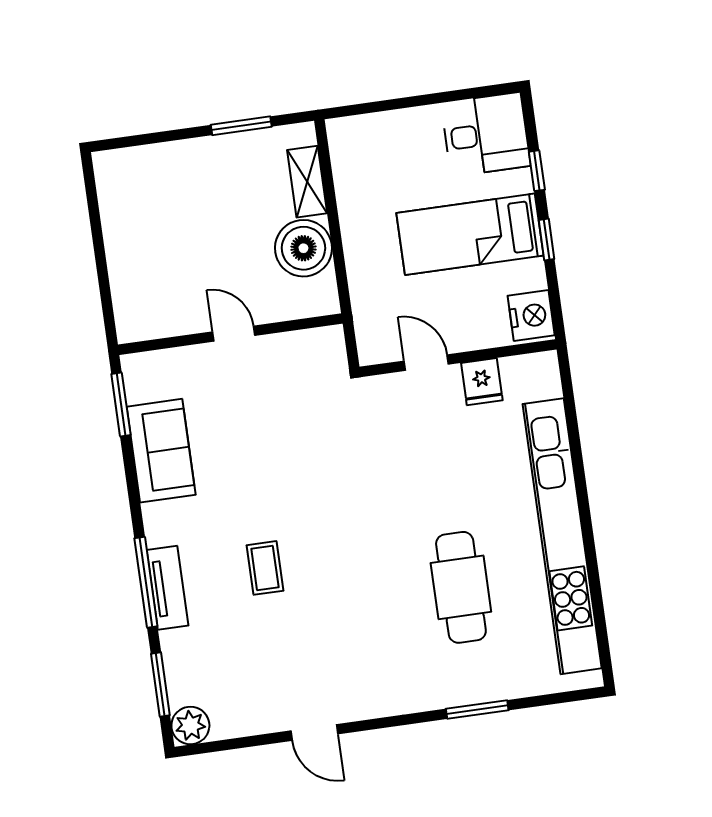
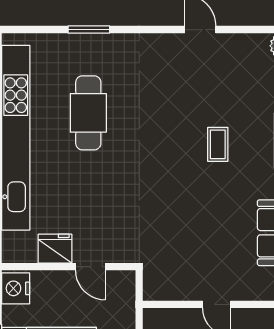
fridge: (482, 382) -> (55, 249), width x1.38

